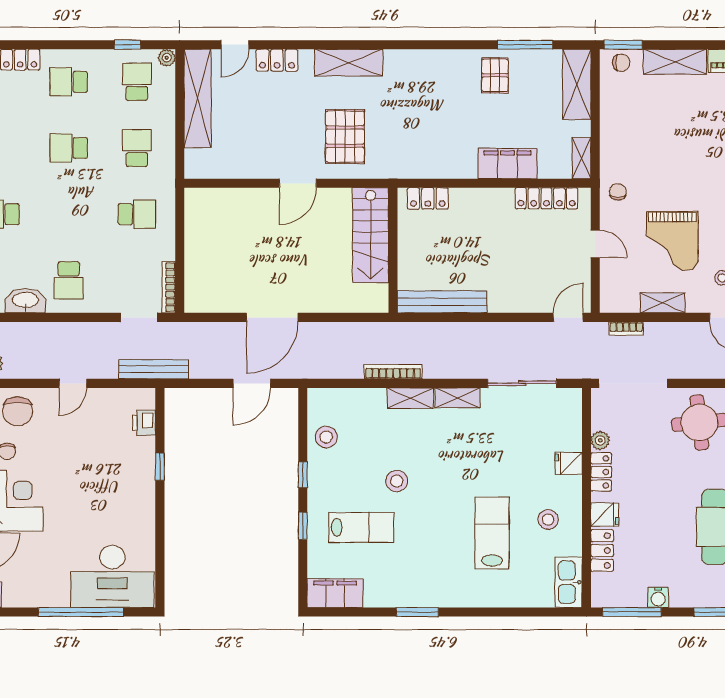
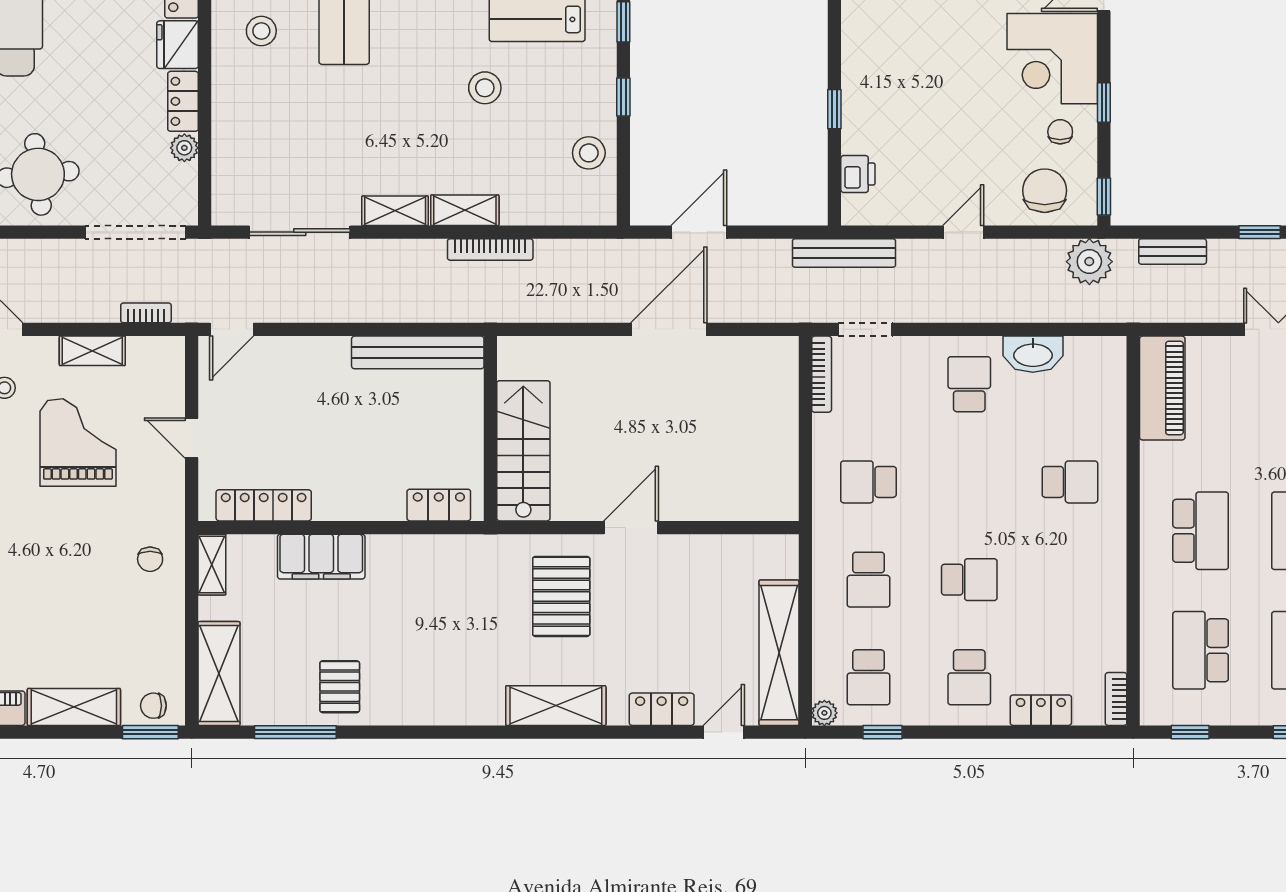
school desk: (69, 82) -> (969, 677), turned 90
chair: (618, 192) -> (150, 559), moved
fridge: (569, 463) -> (231, 114), removed
fridge: (605, 515) -> (178, 45), width x1.38

